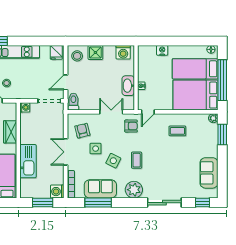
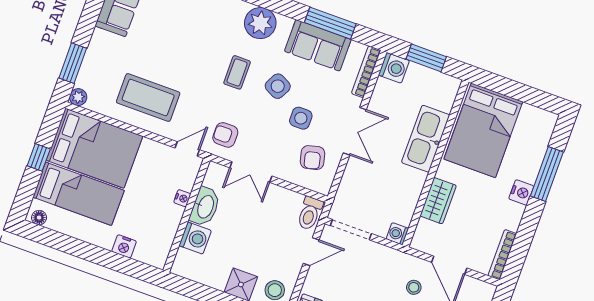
washing machine: (123, 52) -> (195, 238), moved, turned 90
window: (222, 80) -> (39, 157), width x0.32
coffee table: (177, 131) -> (148, 98), width x1.86, depth x1.72

